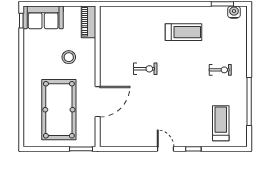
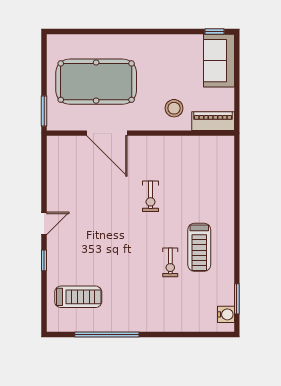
stool: (69, 57) -> (174, 108), moved
exercise bike: (220, 70) -> (170, 262), moved

